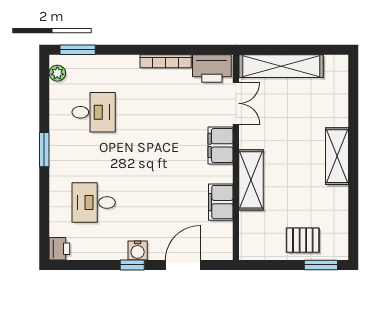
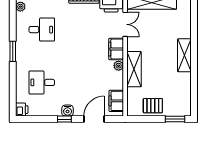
plant: (225, 174) -> (119, 66), added
filing cabinet: (221, 202) -> (116, 101), moved
pallet: (303, 240) -> (153, 106), moved

